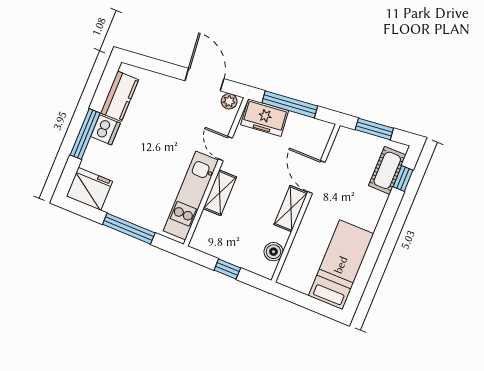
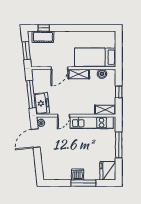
kitchen counter: (119, 96) -> (59, 174), removed
shelving: (220, 193) -> (105, 110), moved
bed: (341, 265) -> (95, 57), moved

